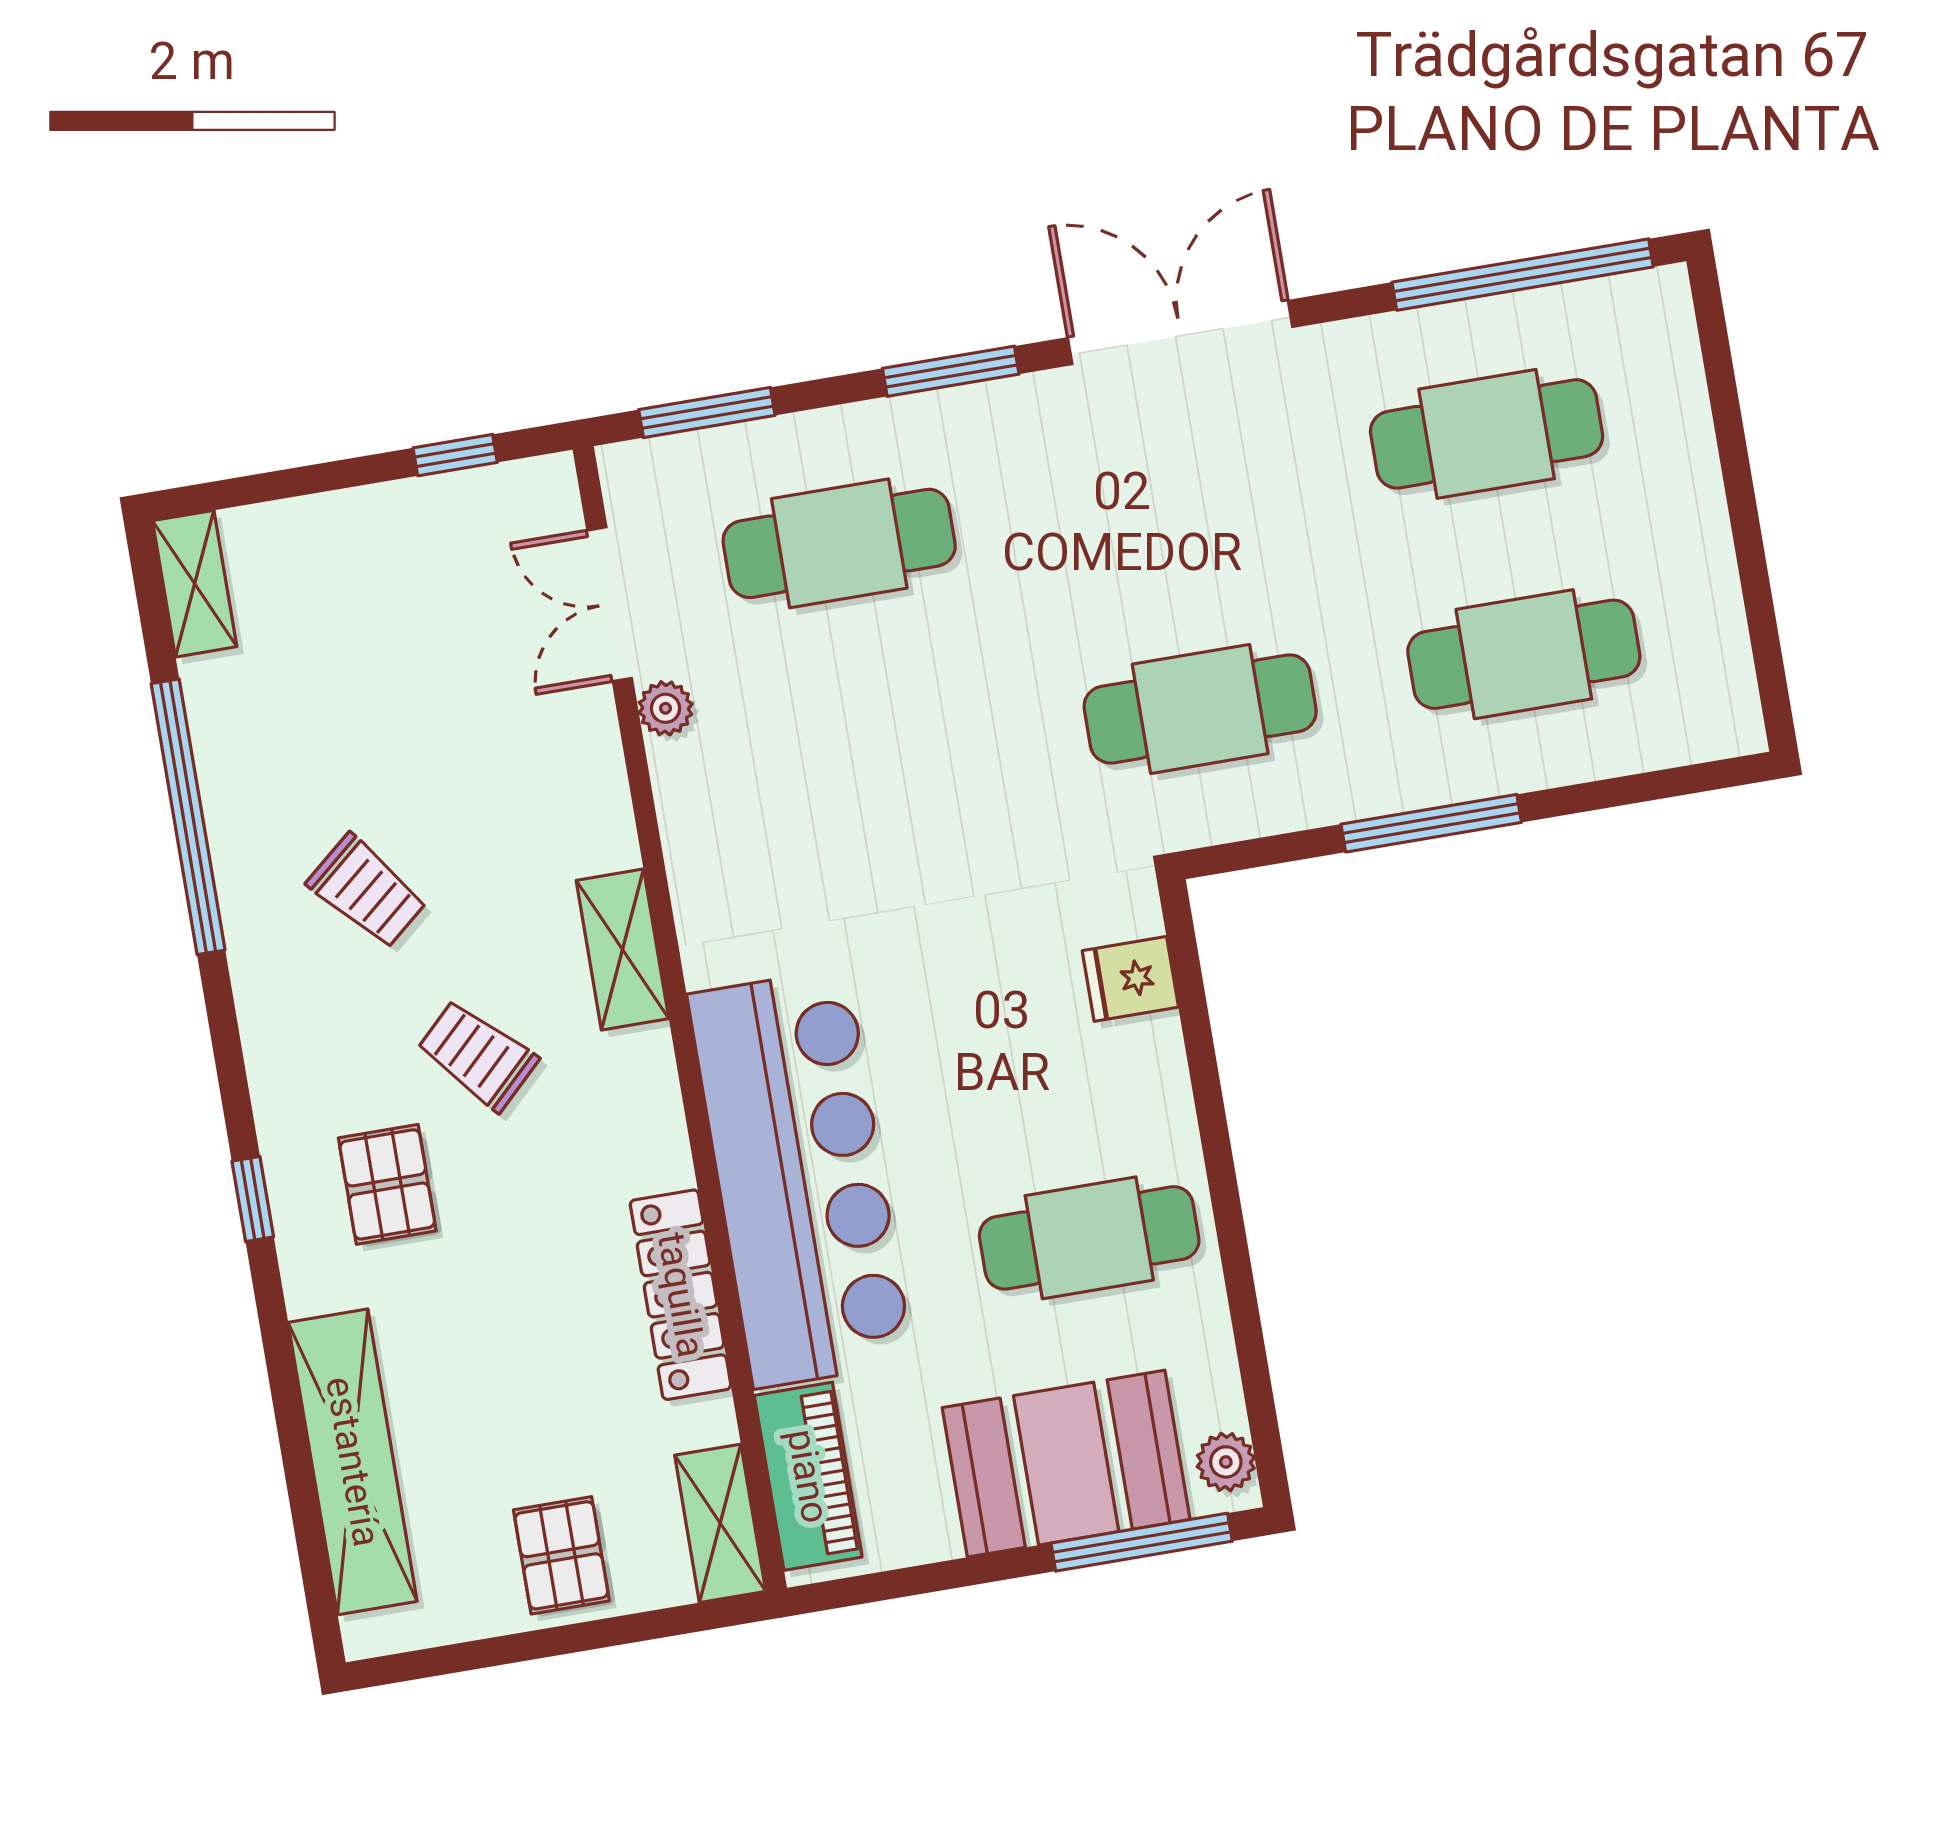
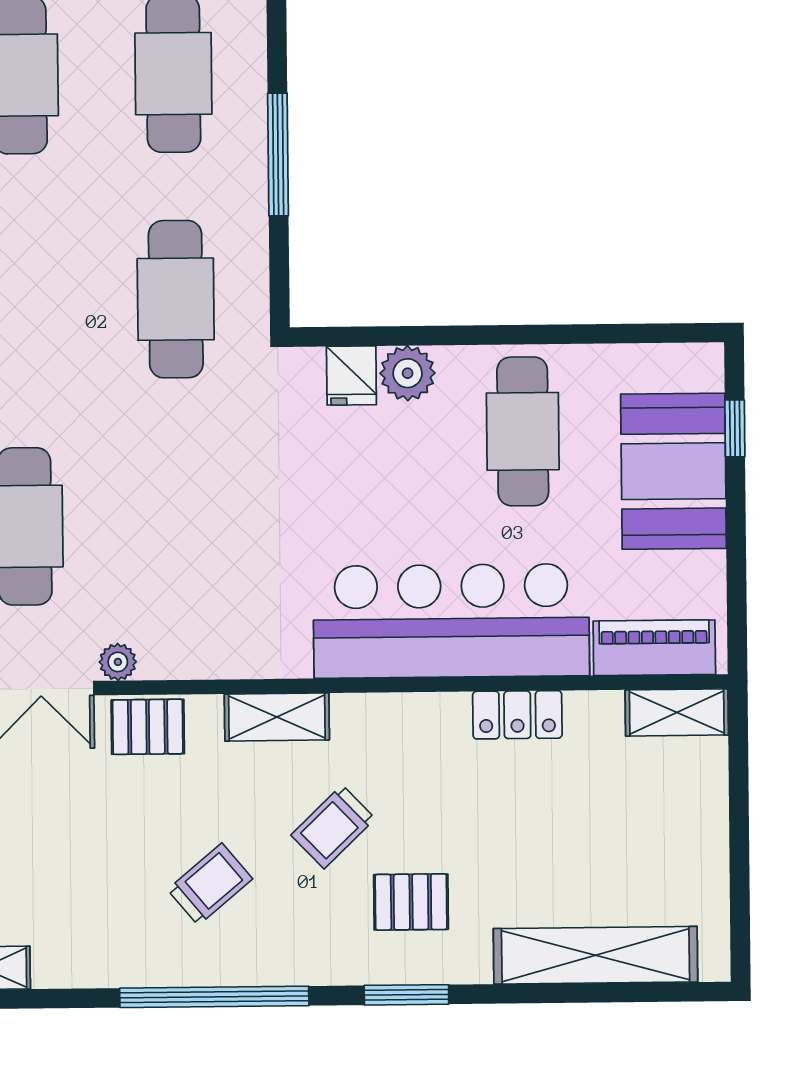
window: (188, 817) -> (214, 997), moved
window: (253, 1199) -> (406, 995), width x1.50
locker: (681, 1295) -> (517, 715), width x0.66
plant: (1226, 1462) -> (408, 373), moved, width x1.38, depth x1.38
window: (1142, 1542) -> (735, 428), width x0.46
pallet: (561, 1555) -> (148, 727), moved

